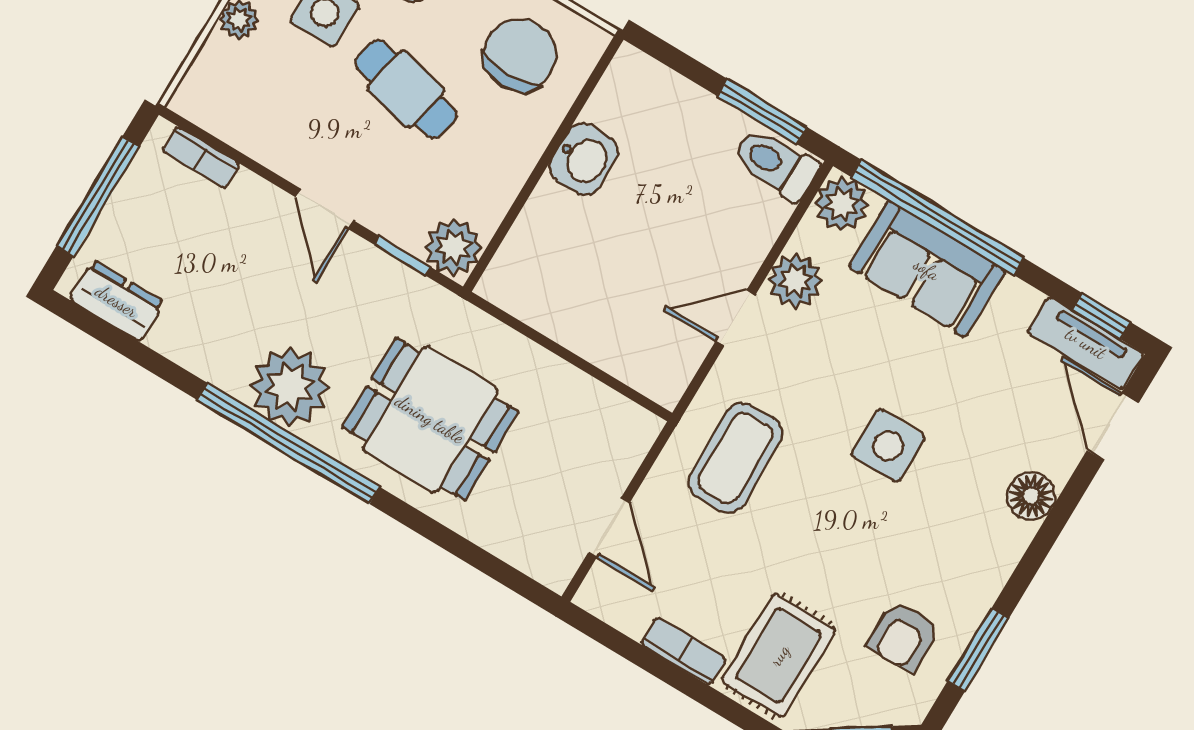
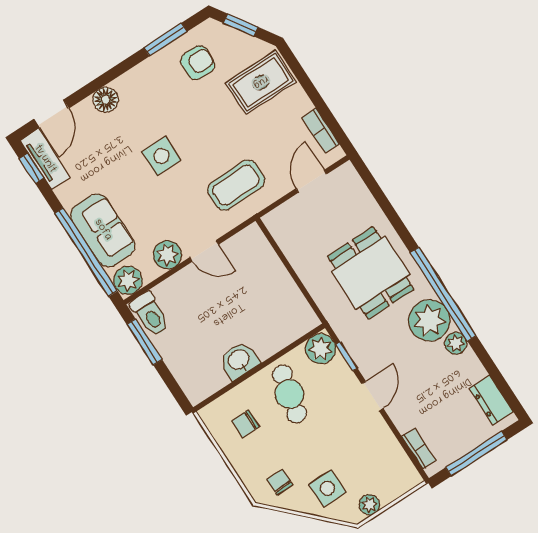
chair: (520, 55) -> (245, 424), width x0.54, depth x0.54
cafe table: (406, 89) -> (289, 394), moved
plant: (225, 369) -> (456, 343), added
bookcase: (684, 651) -> (320, 131), moved

